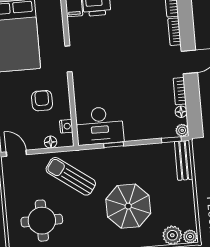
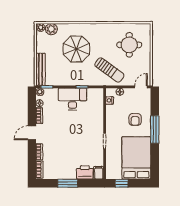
armchair: (42, 101) -> (135, 119), moved
desk: (100, 126) -> (72, 99), moved
door: (16, 153) -> (141, 87), swing flipped
bench: (184, 160) -> (41, 69), width x1.36

